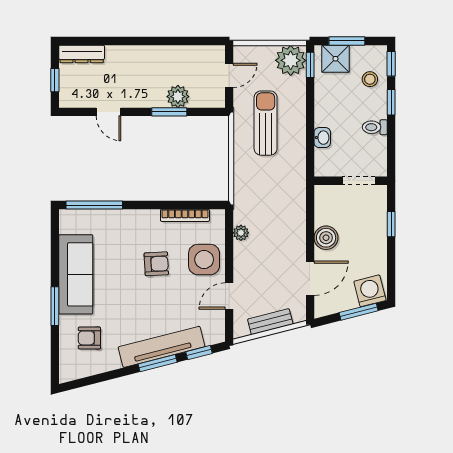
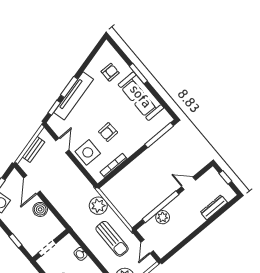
dresser: (82, 54) -> (214, 207), moved
window: (169, 112) -> (161, 207), width x2.11
plant: (241, 233) -> (98, 206), moved, width x1.88, depth x1.88

